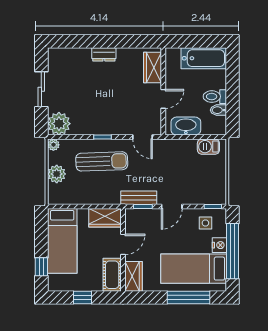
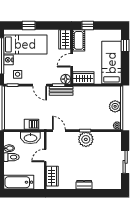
plant: (59, 124) -> (86, 139), moved
barbecue: (208, 147) -> (31, 124), moved
sun lounger: (102, 161) -> (85, 115), removed
door: (172, 207) -> (40, 85), swing flipped
floor lamp: (132, 216) -> (66, 79), added
window: (82, 297) -> (88, 26), moved
window: (189, 297) -> (29, 26), width x0.46

